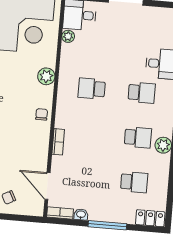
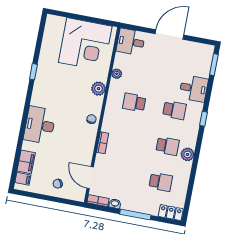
plant: (68, 36) -> (117, 74), moved

